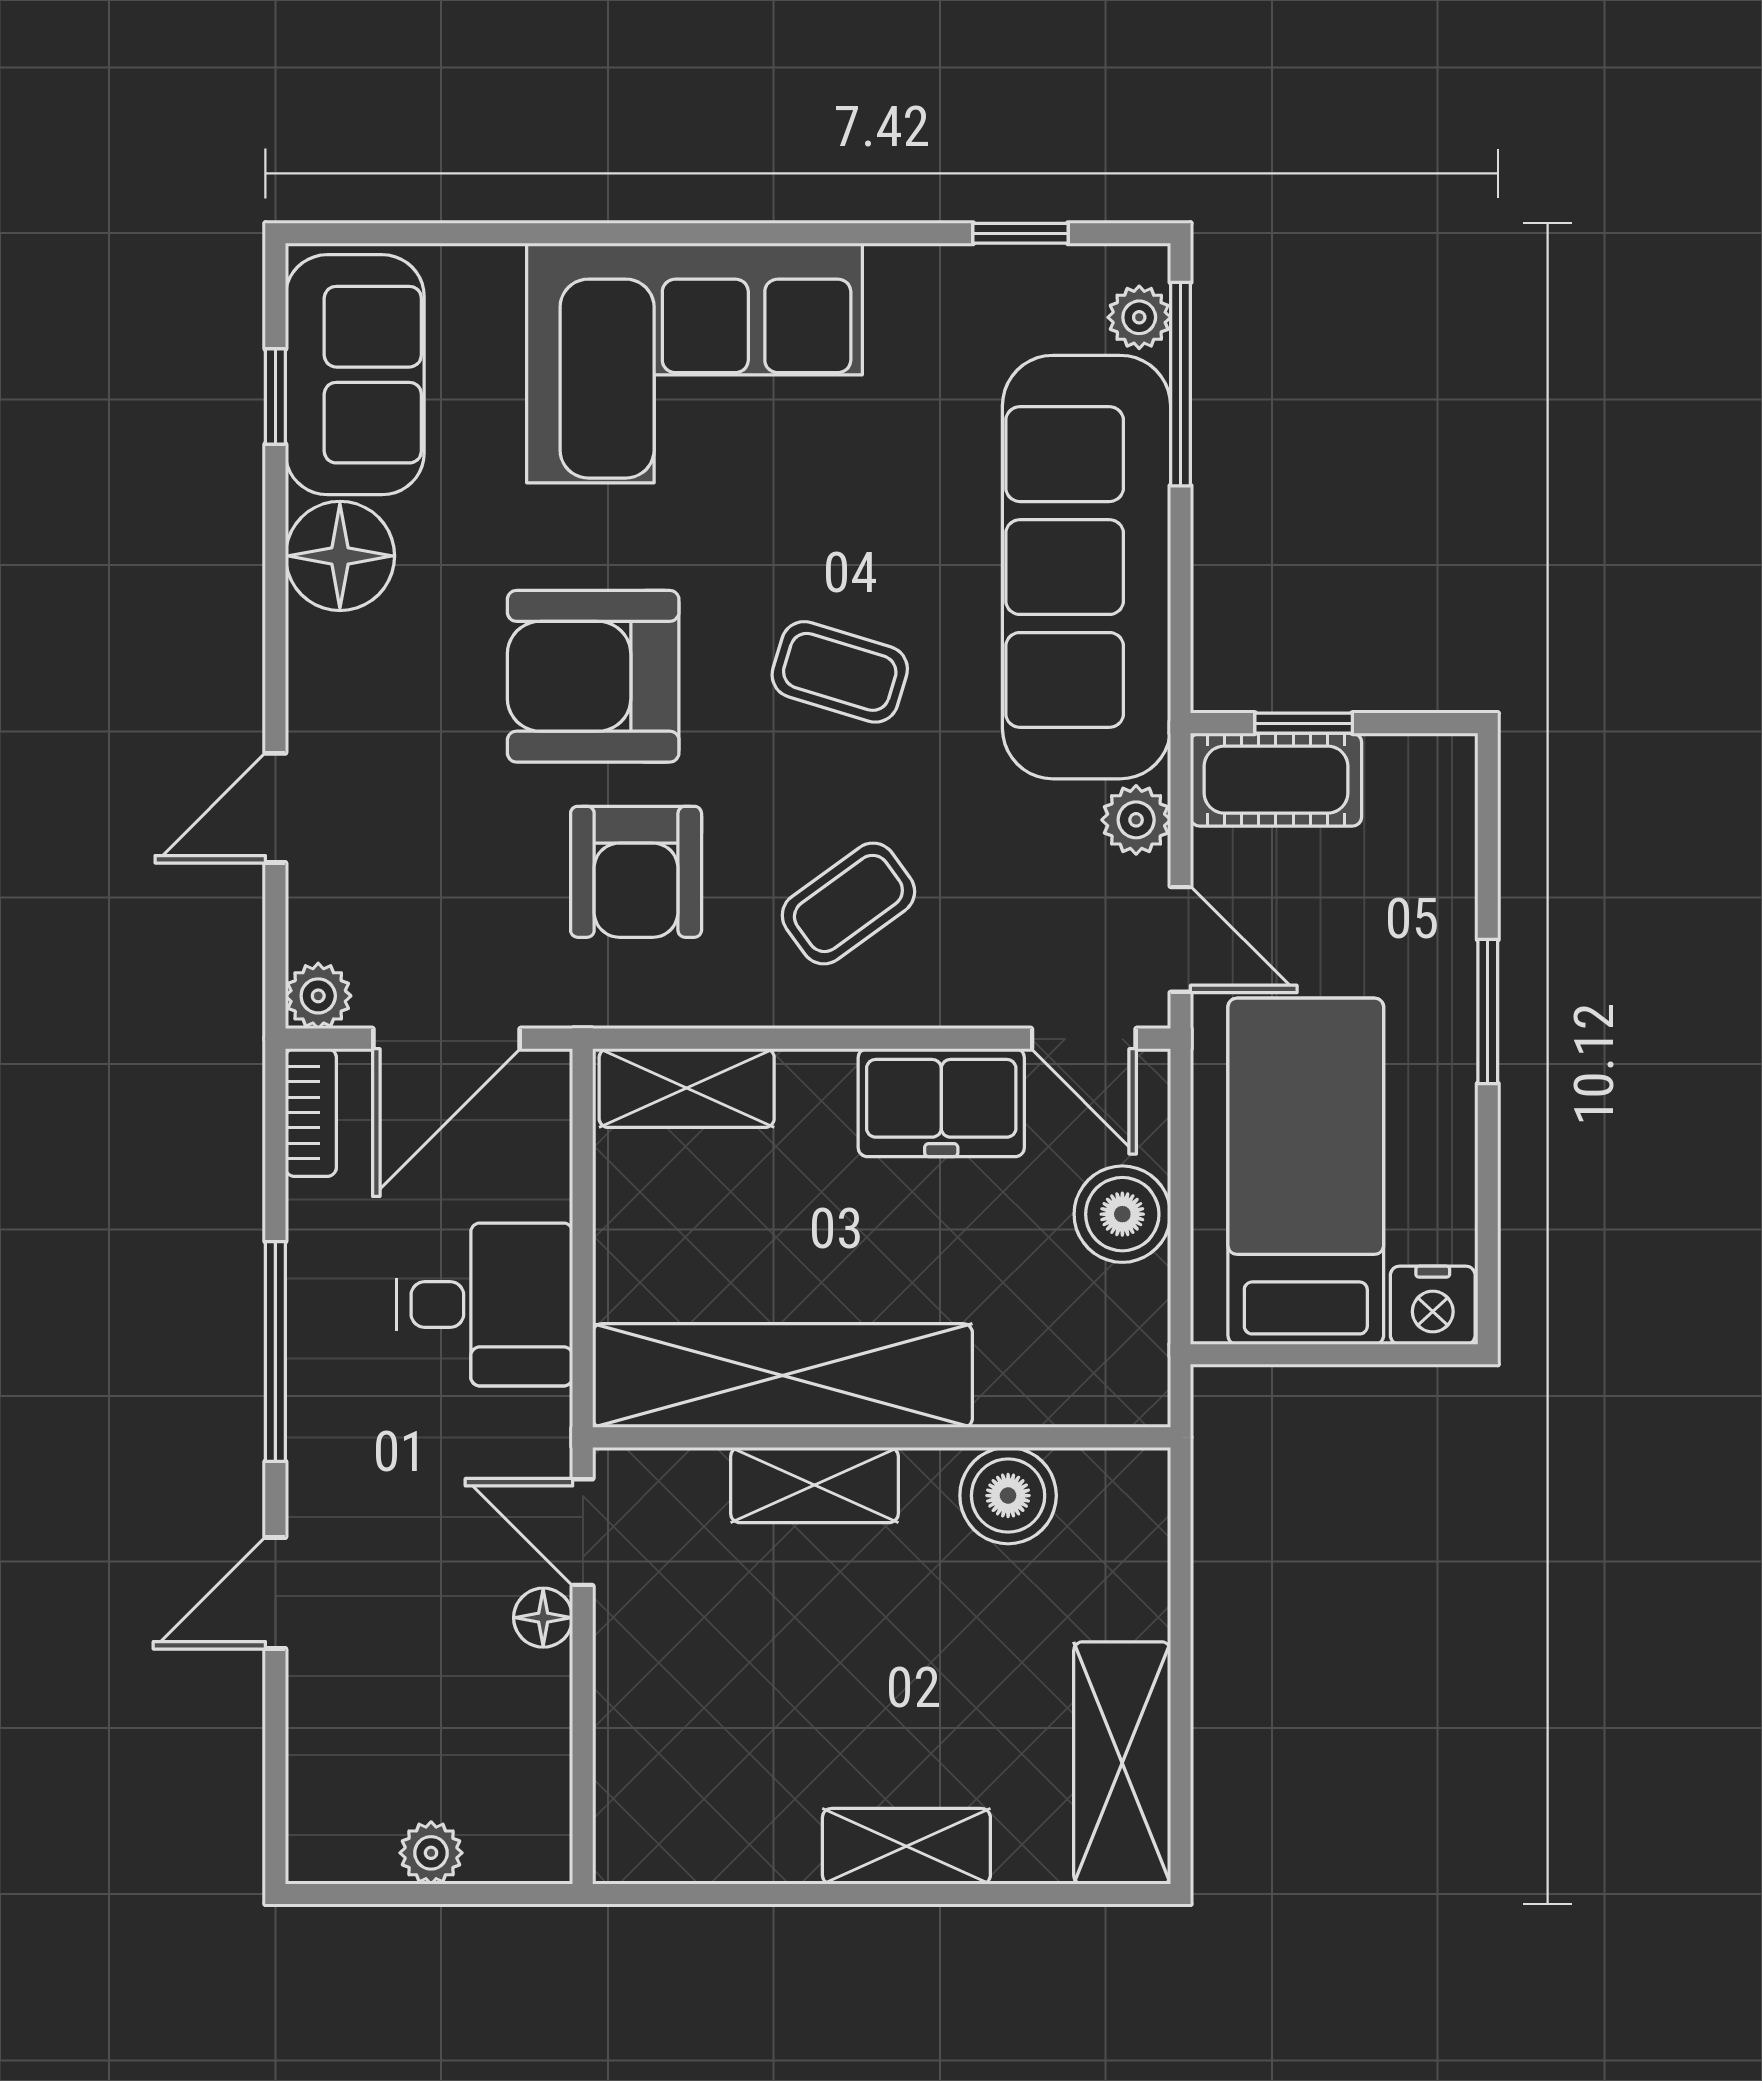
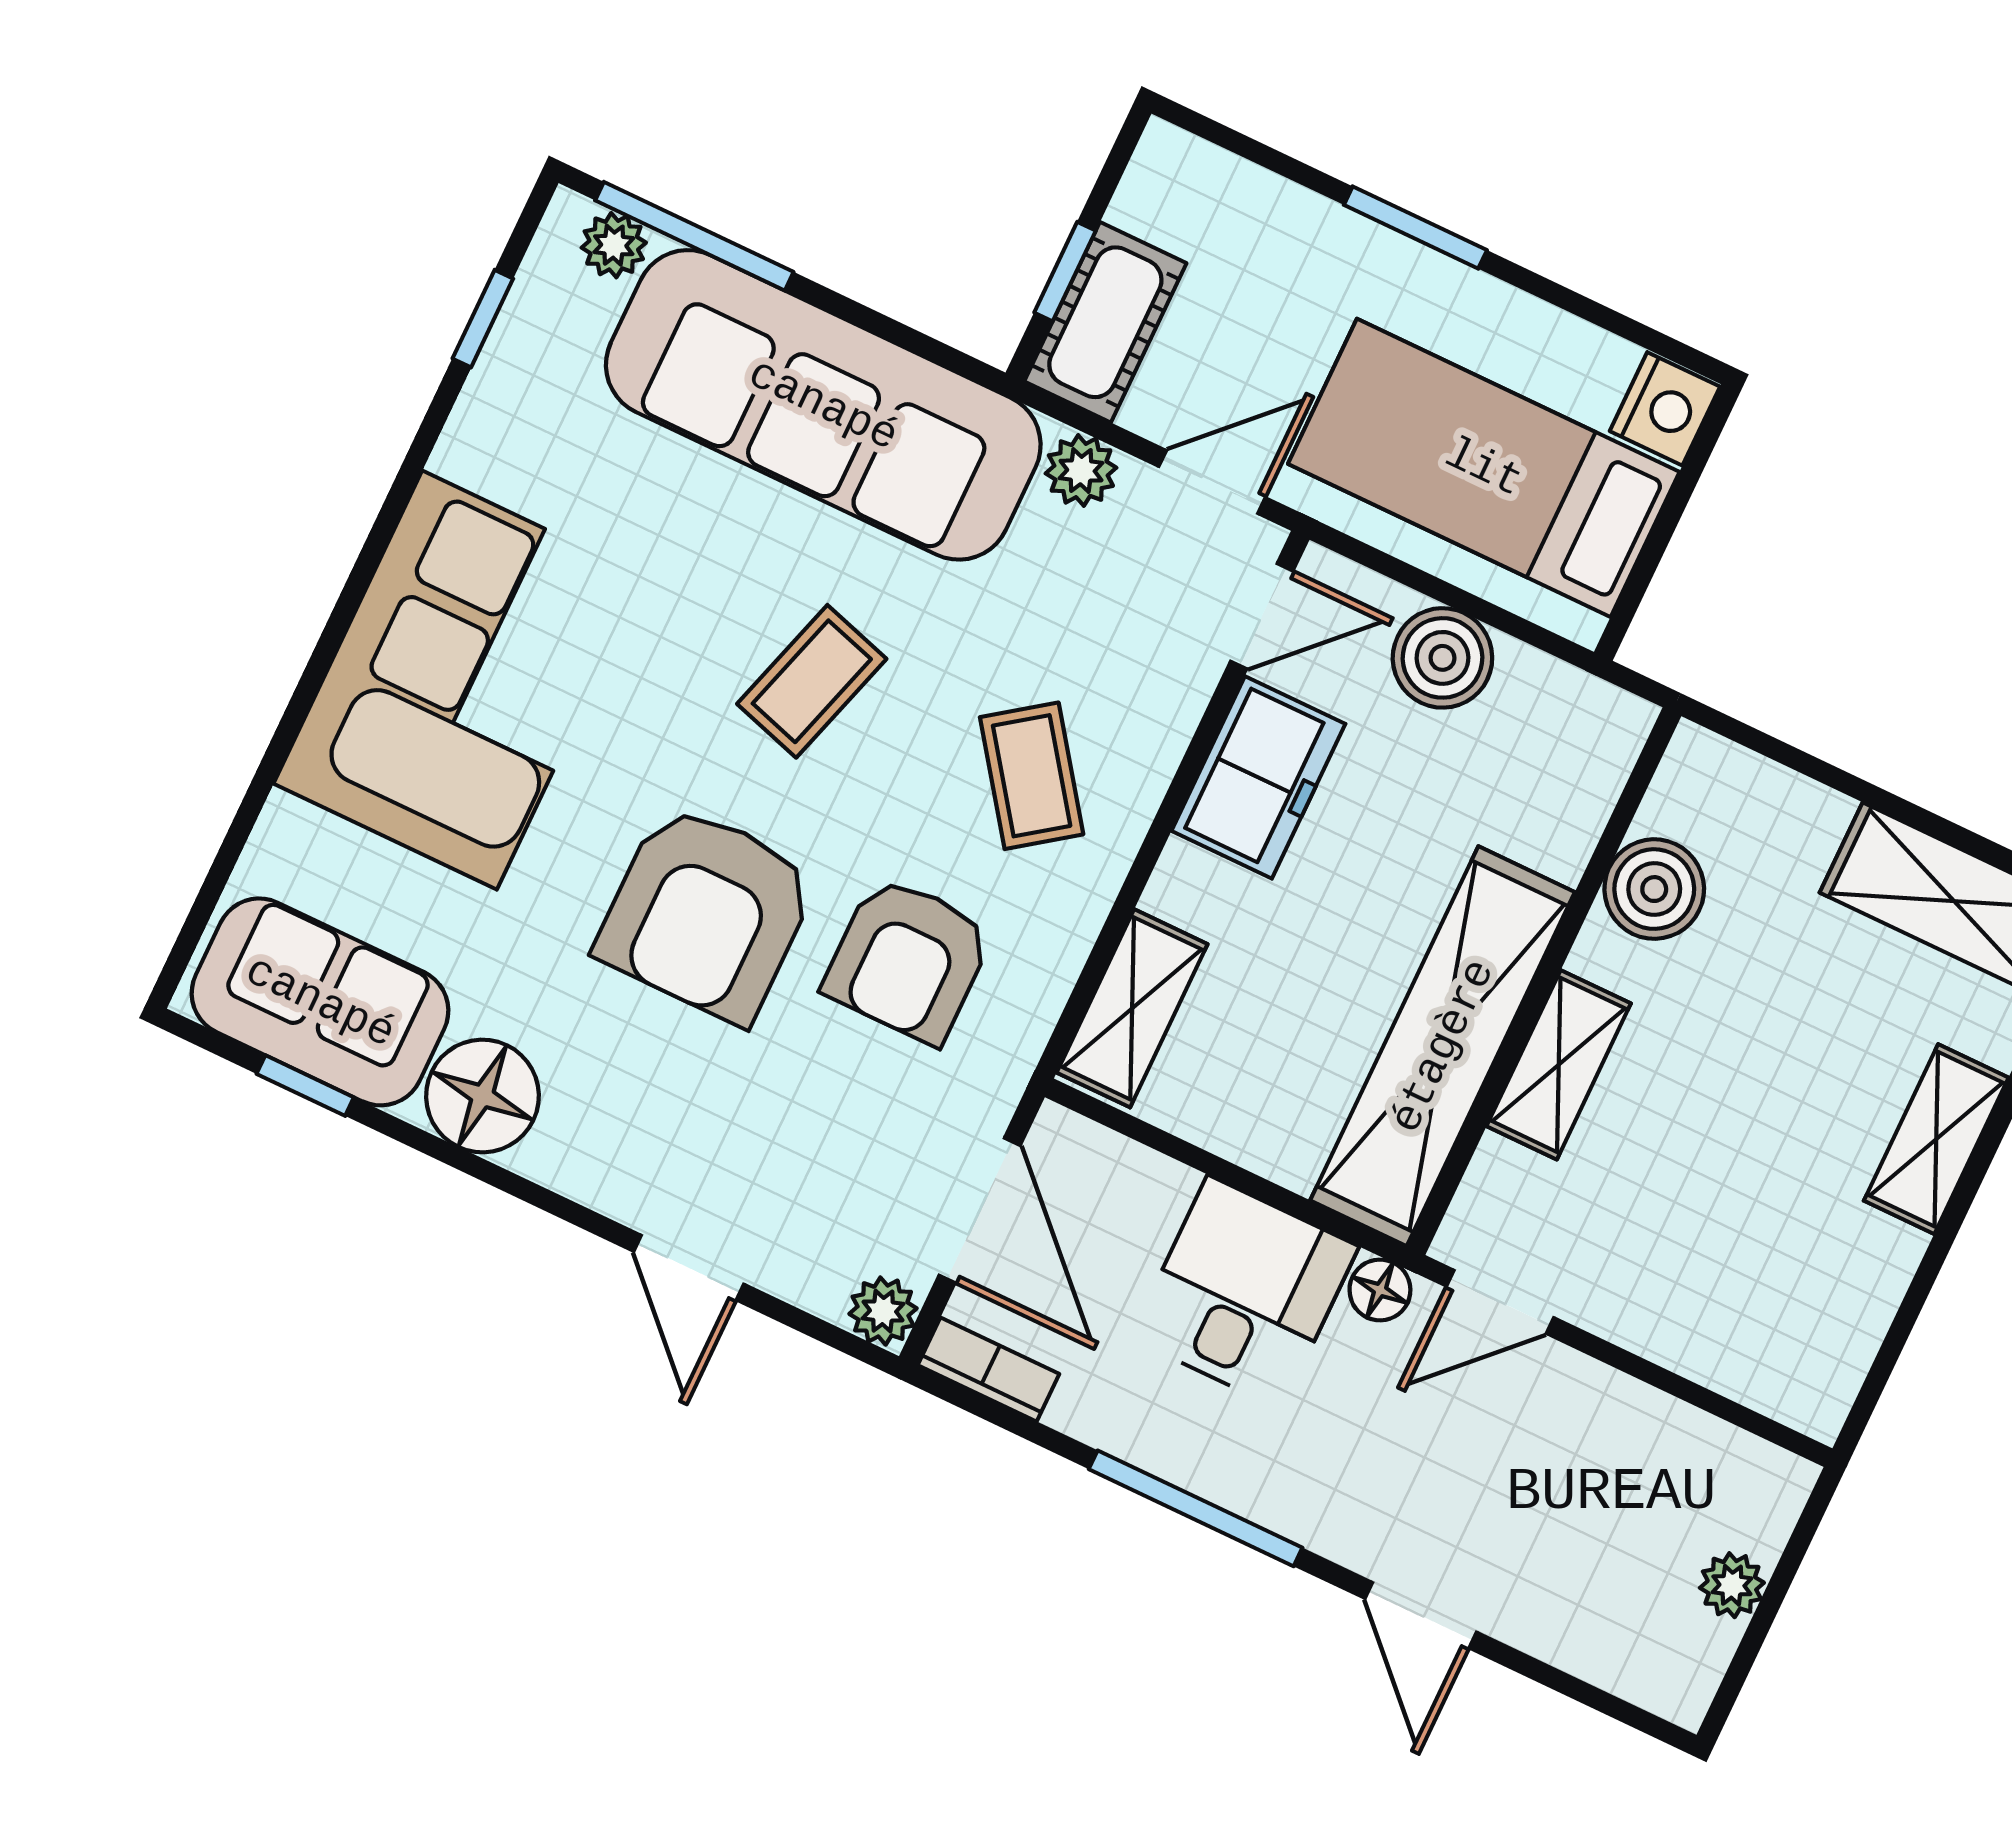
armchair: (636, 872) -> (908, 960), turned 90
floor lamp: (543, 1618) -> (1380, 1290), moved

